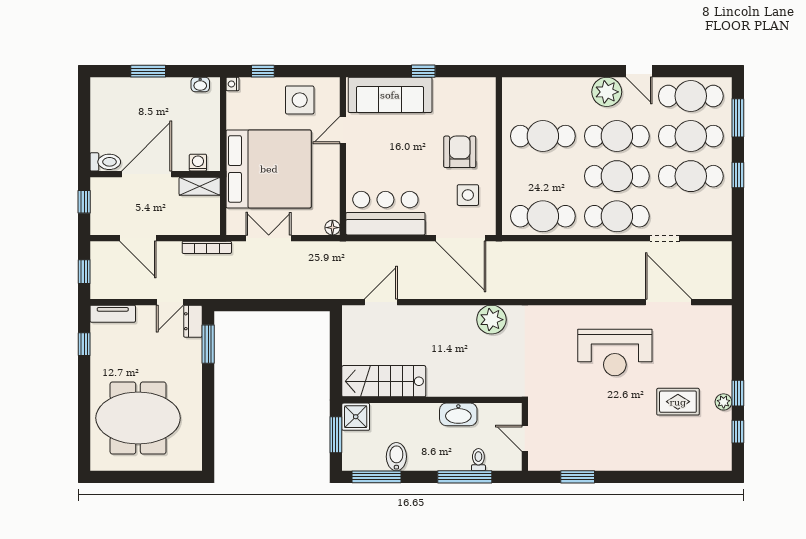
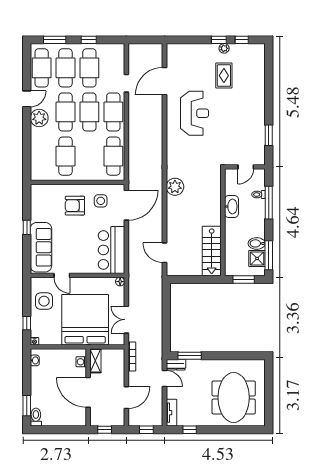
window: (148, 71) -> (27, 406), moved
toilet: (105, 162) -> (36, 417), moved
shower: (356, 417) -> (257, 258), moved

